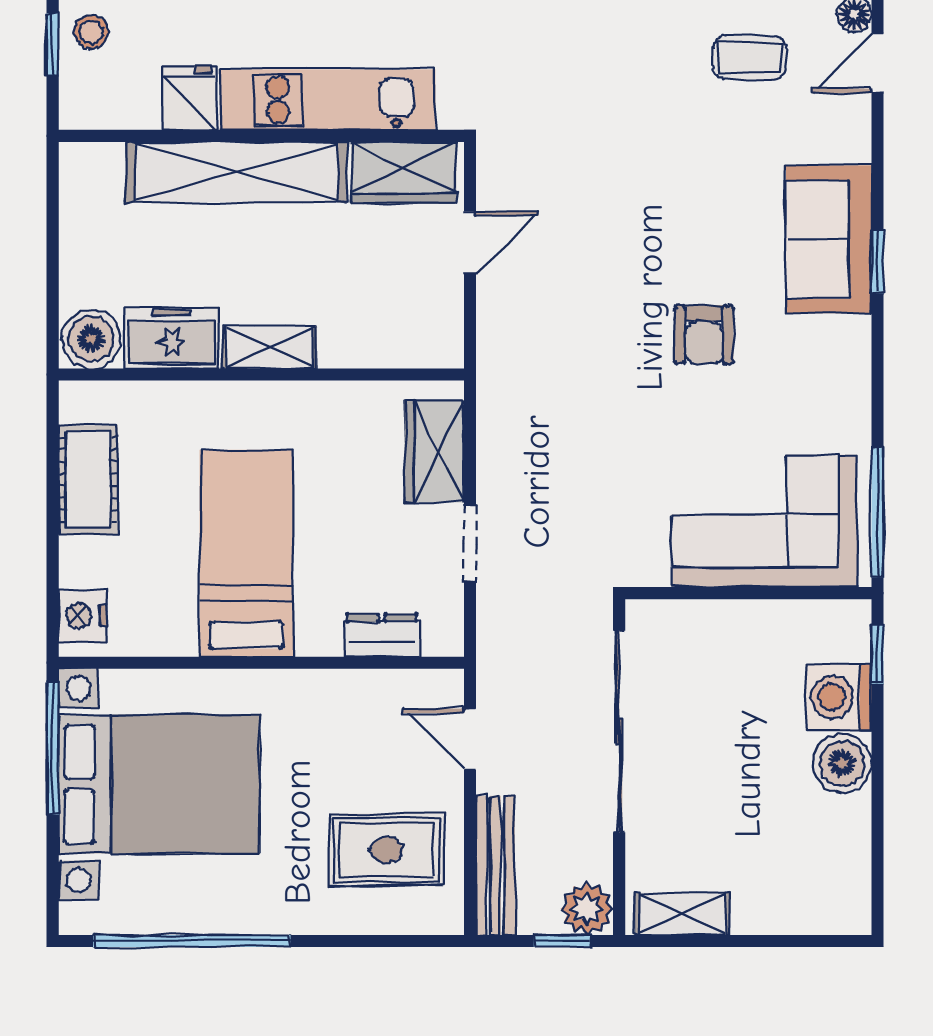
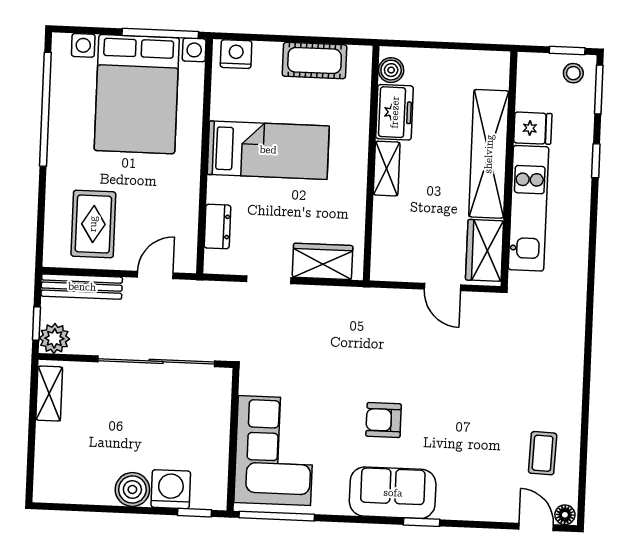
sofa: (829, 239) -> (393, 493), moved
boiler: (91, 339) -> (391, 70), width x0.73, depth x0.73

